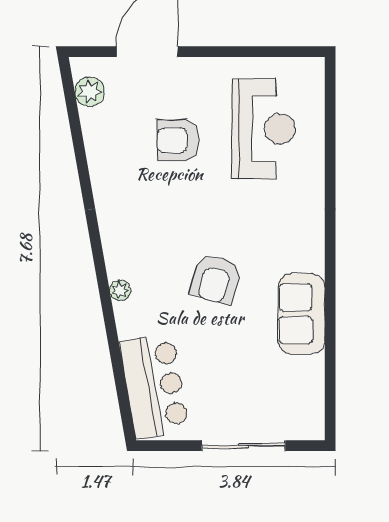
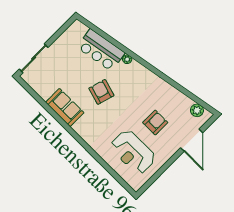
bar counter: (154, 386) -> (101, 50), moved
sliding door: (243, 446) -> (34, 58), moved

